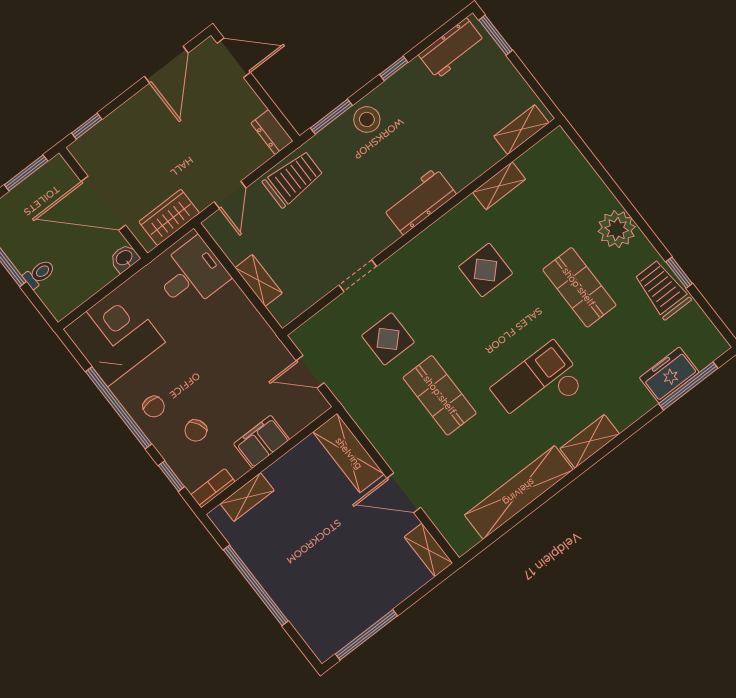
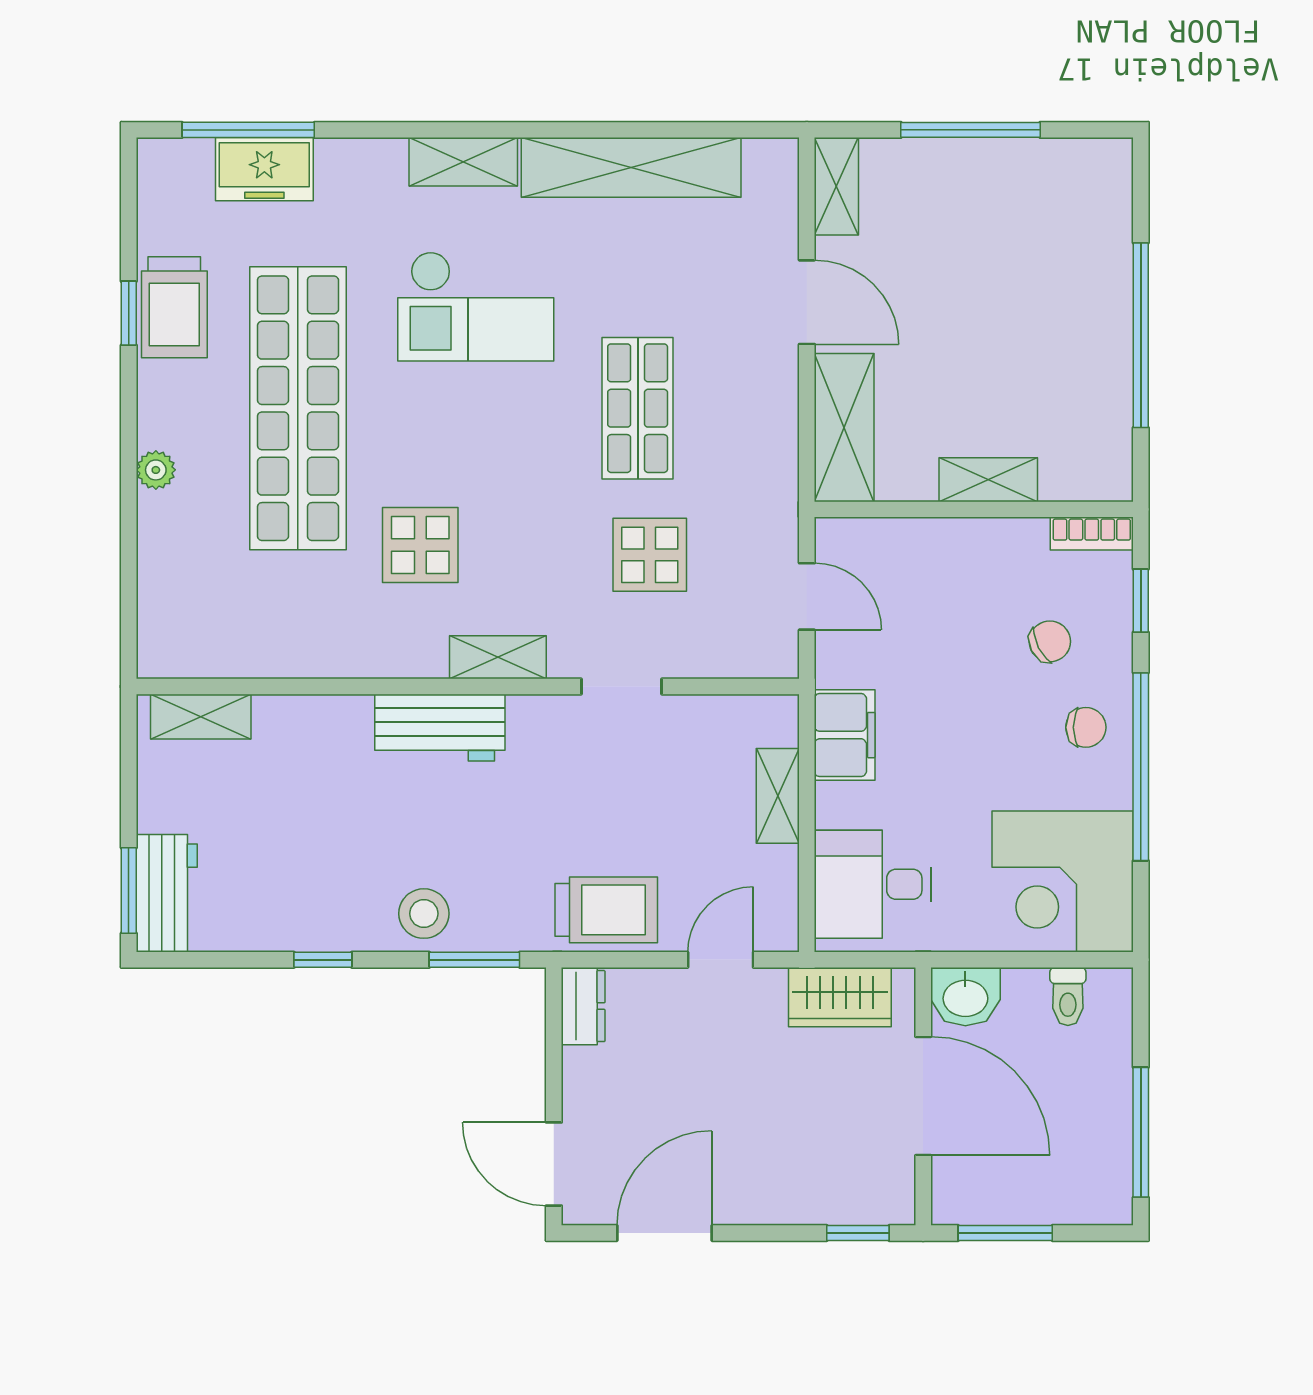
workbench: (452, 48) -> (167, 893), moved, turned 90
trolley: (293, 179) -> (606, 910), turned 180
shelving: (499, 186) -> (498, 657), moved
plant: (617, 229) -> (156, 470), width x0.53, depth x0.53
washbasin: (124, 258) -> (965, 997), width x1.38, depth x1.45
toilet: (39, 274) -> (1068, 997), moved, turned -90
shop shelf: (579, 287) -> (298, 408), width x2.00, depth x1.36
chair: (154, 407) -> (1086, 727), turned 90
filing cabinet: (262, 442) -> (845, 735), moved, turned -90
shelving: (247, 497) -> (988, 480), moved
window: (366, 635) -> (971, 130), moved

